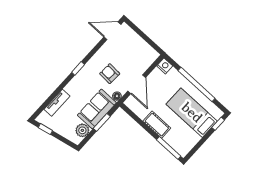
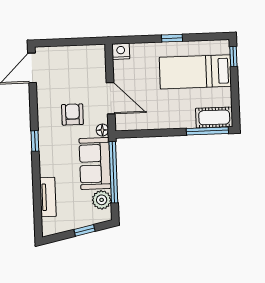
armchair: (110, 74) -> (72, 114), turned 87
window: (197, 85) -> (172, 38), width x0.32
window: (102, 122) -> (113, 172), width x2.11
cot: (157, 125) -> (214, 117), moved
window: (45, 129) -> (85, 230), moved

